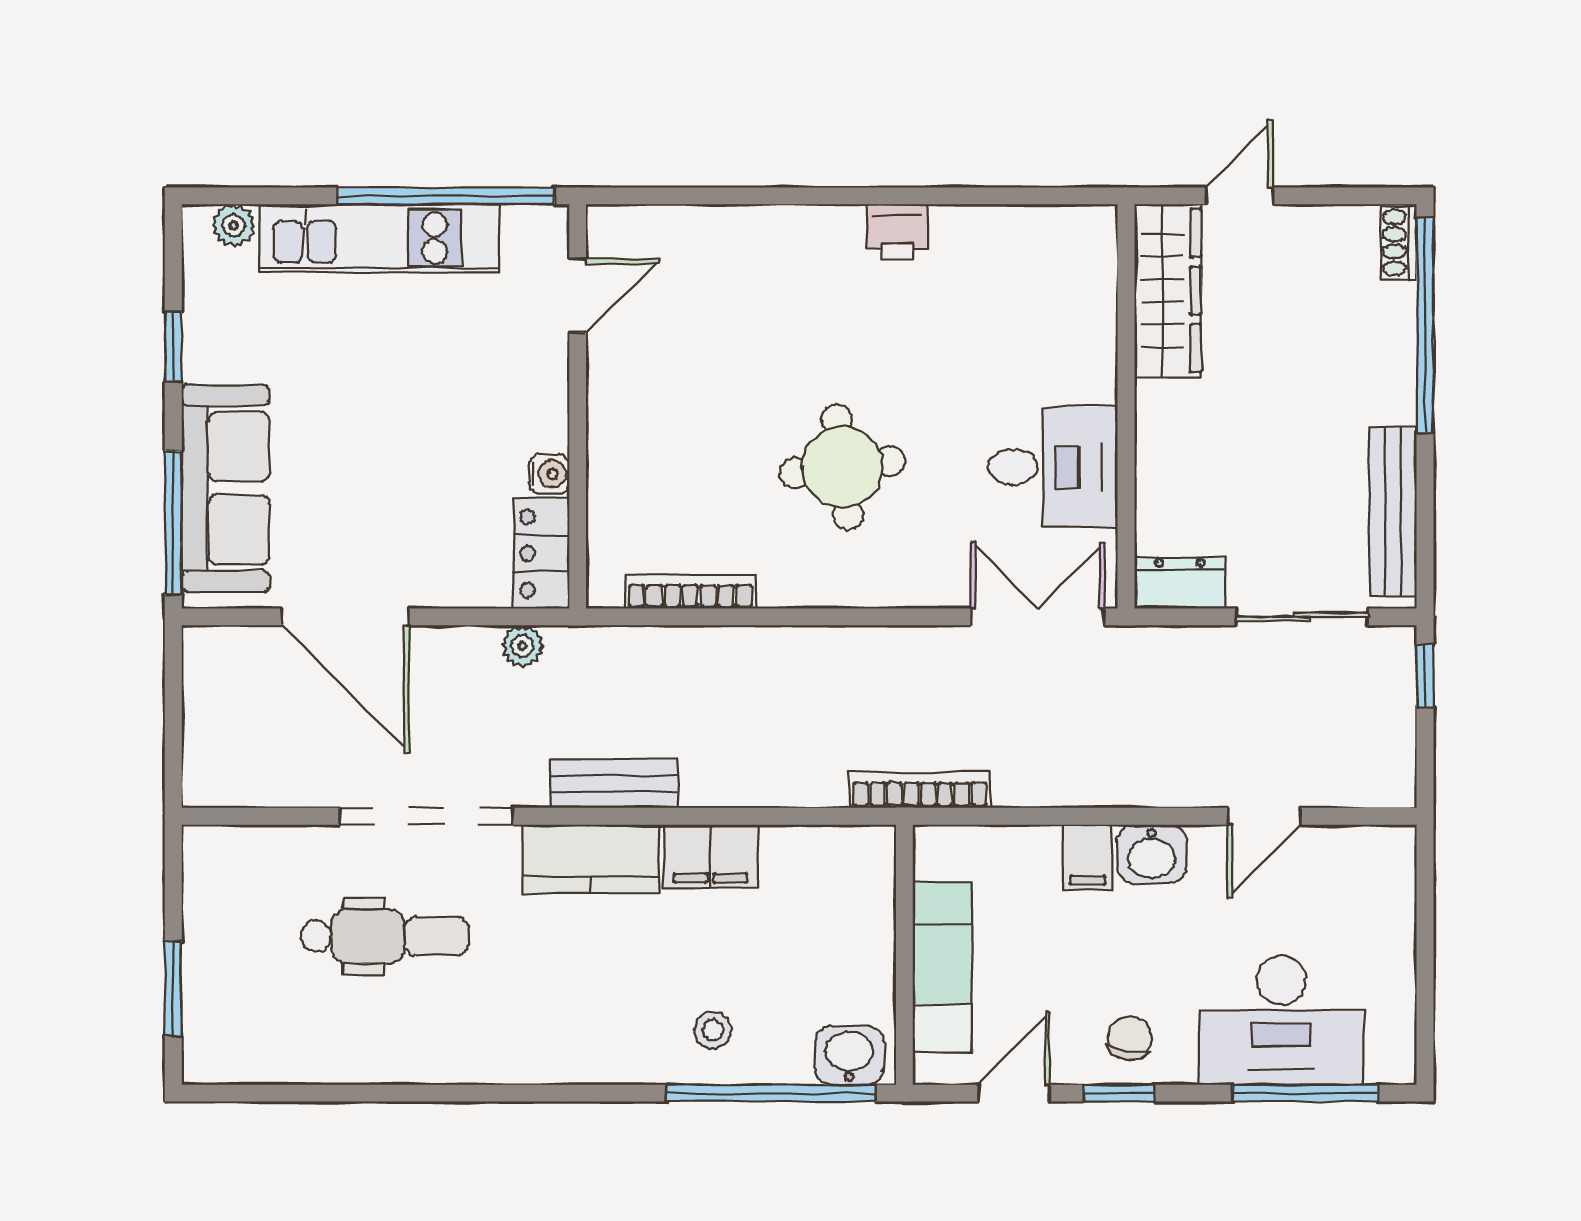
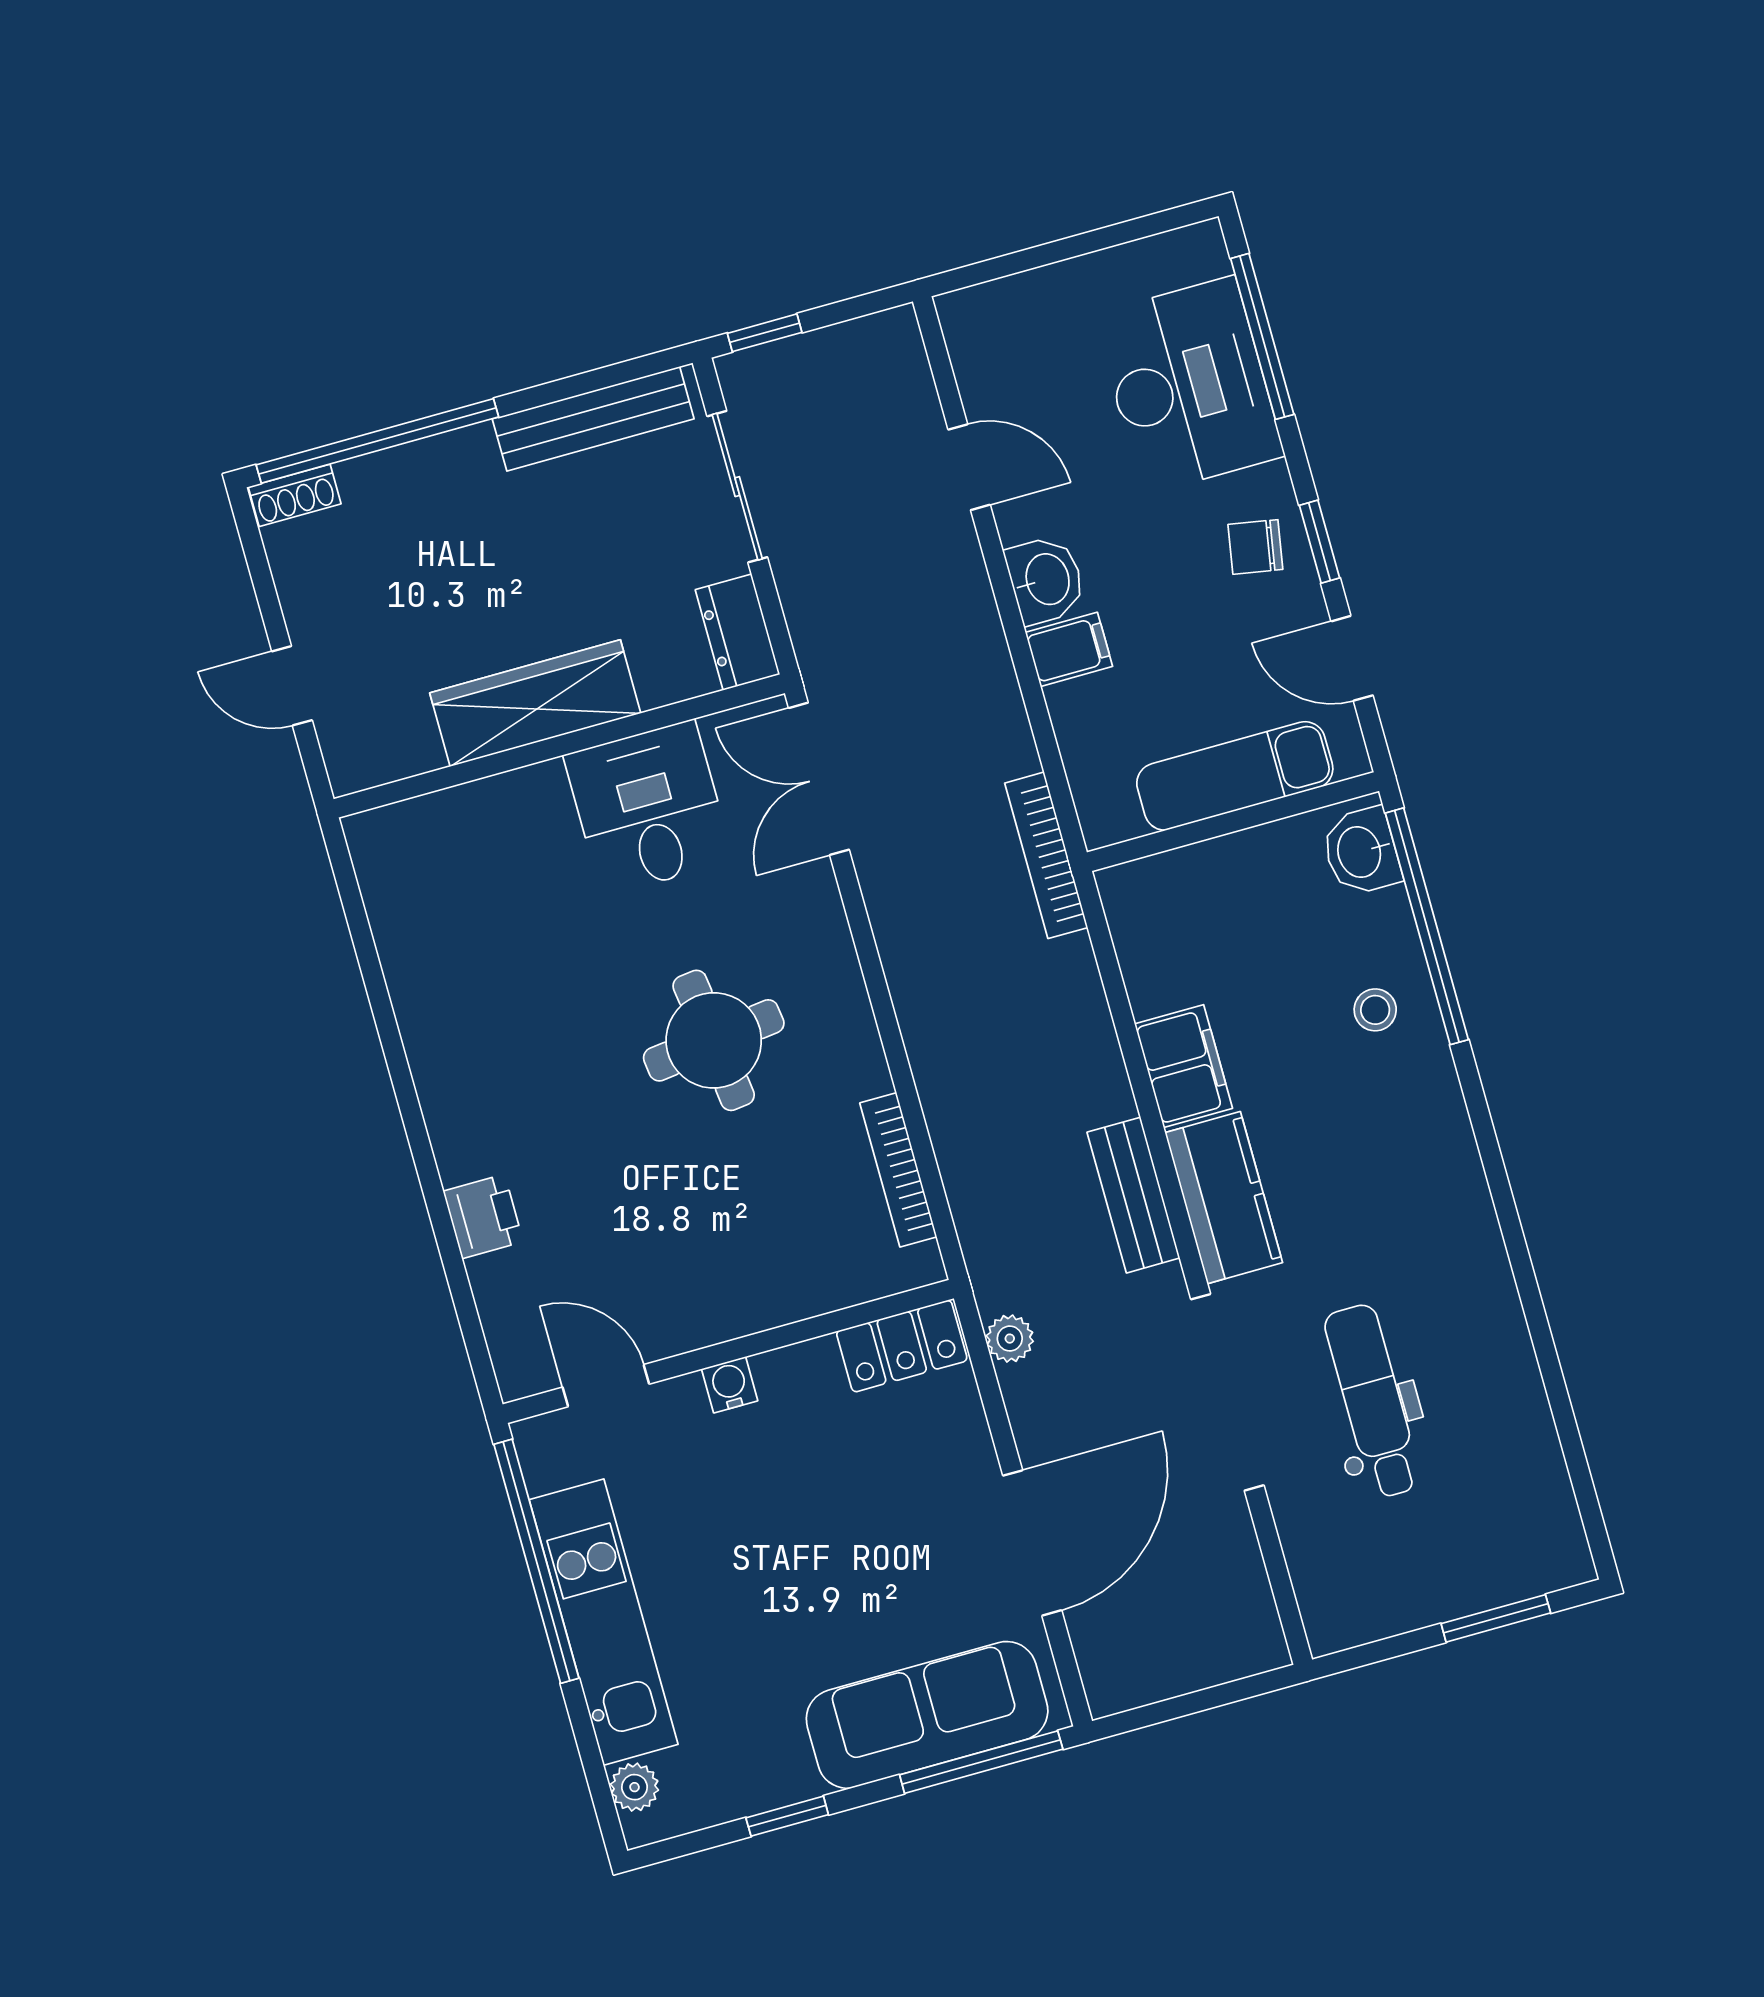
printer: (897, 232) -> (483, 1216), moved
wardrobe: (1168, 291) -> (535, 703), moved
water cooler: (549, 474) -> (730, 1385), moved

